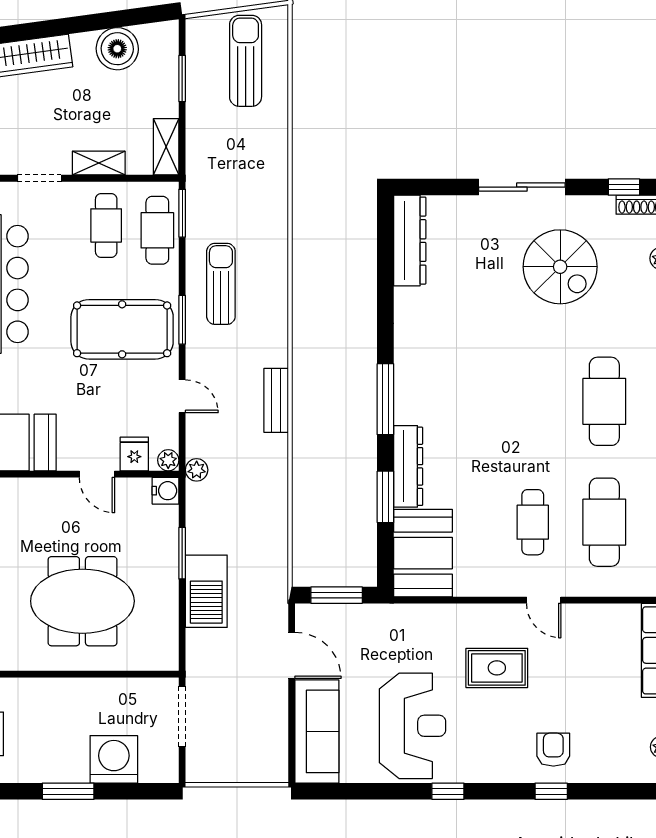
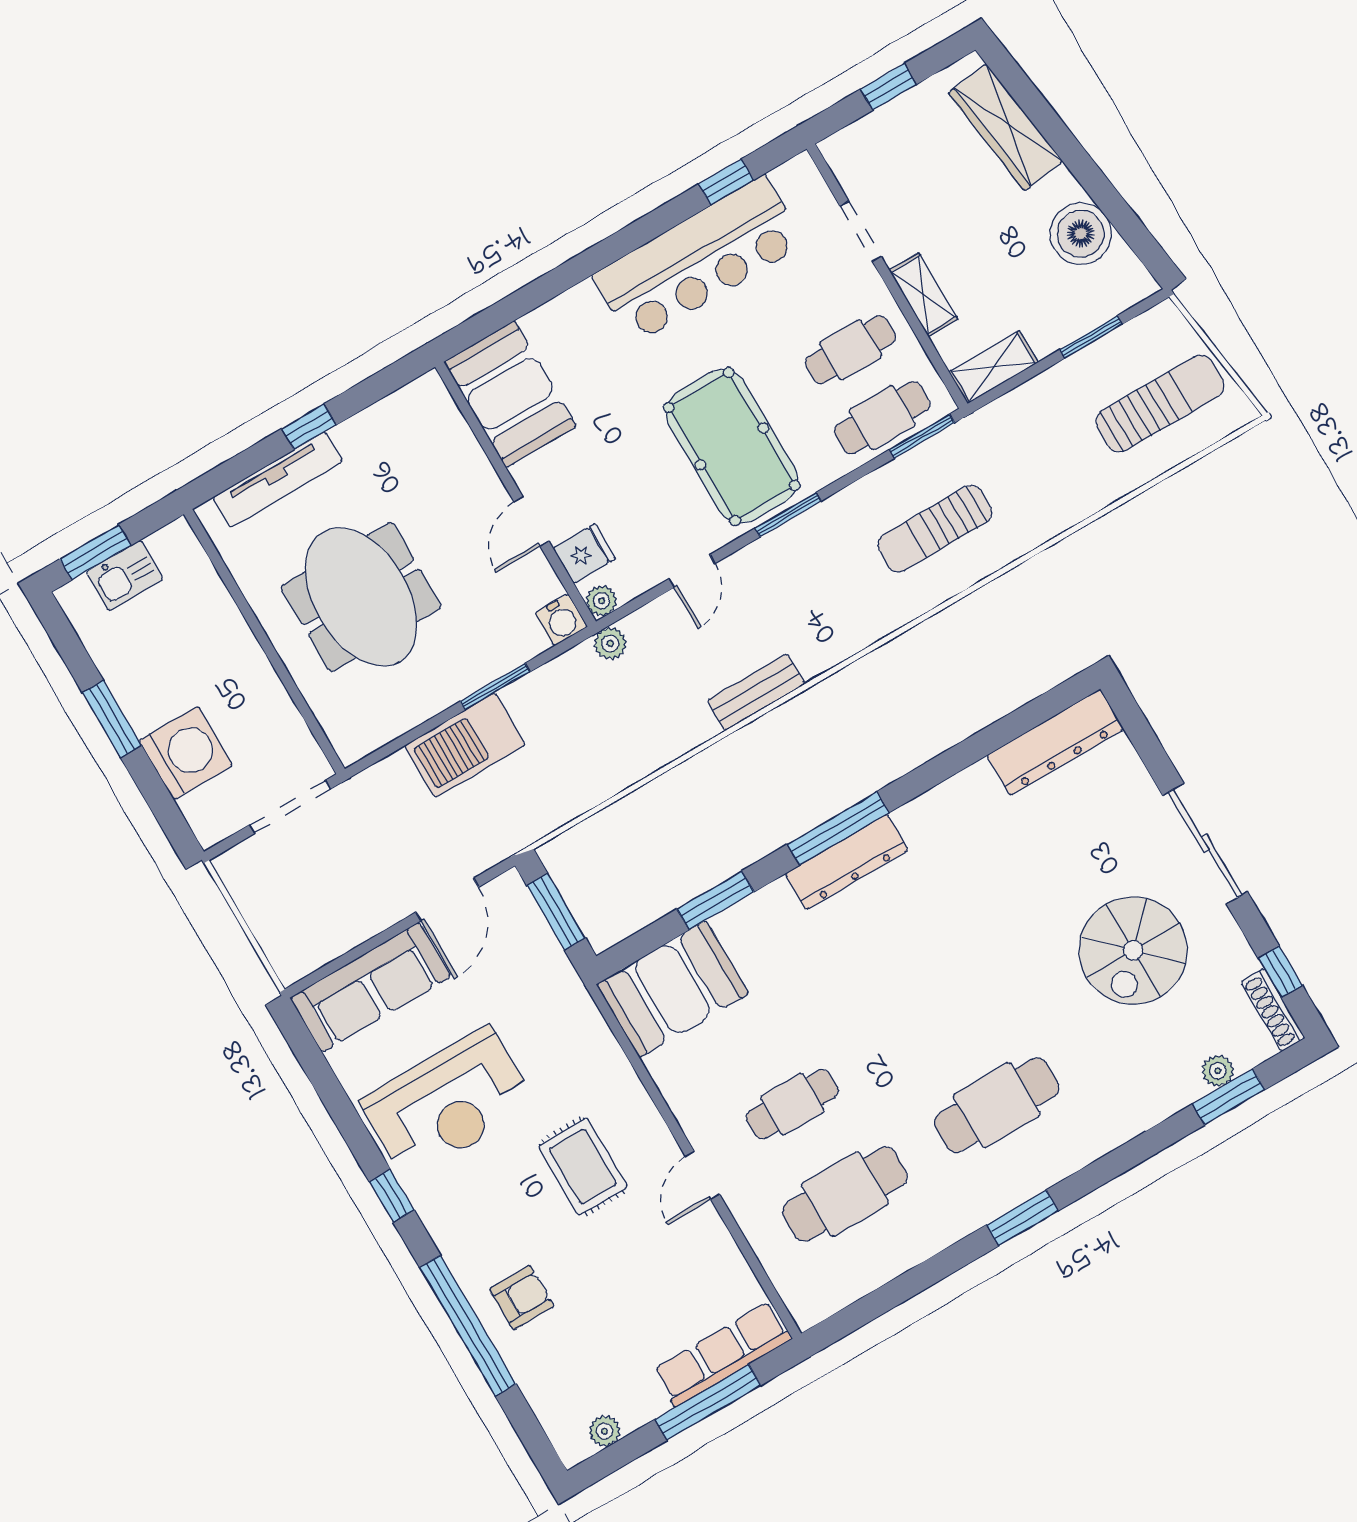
sun lounger: (221, 284) -> (935, 529), moved, turned 180
dresser: (408, 466) -> (847, 862), moved
window: (551, 791) -> (468, 1326), width x3.17

